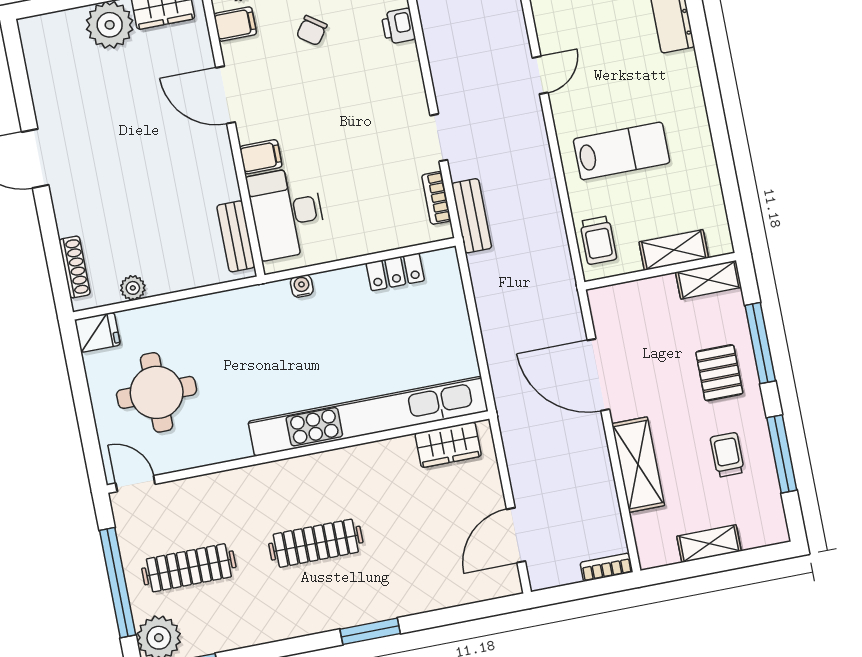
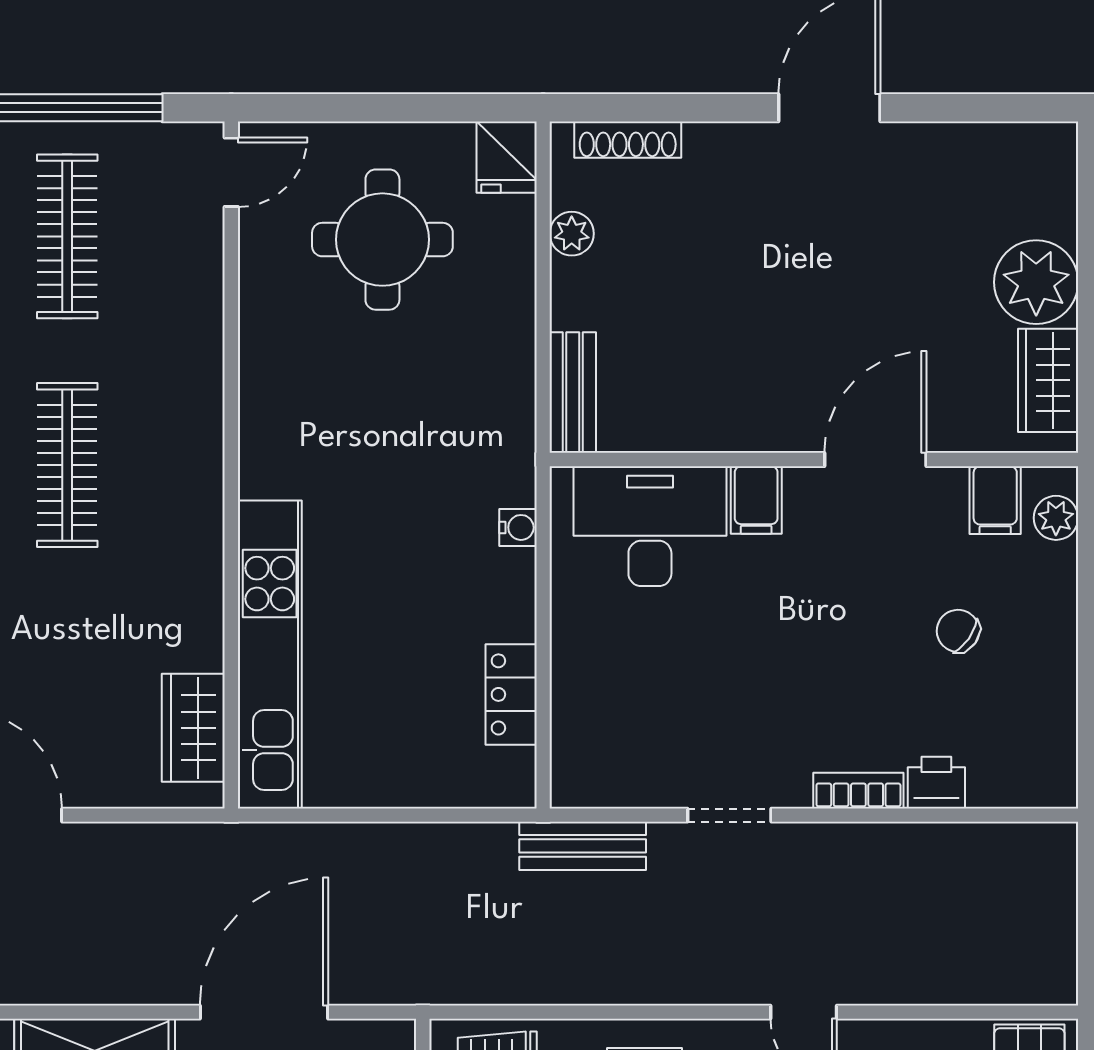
bookcase: (436, 198) -> (858, 791), moved
bench: (236, 236) -> (573, 393), moved, turned 90
kitchen unit: (368, 416) -> (270, 654), width x0.73

